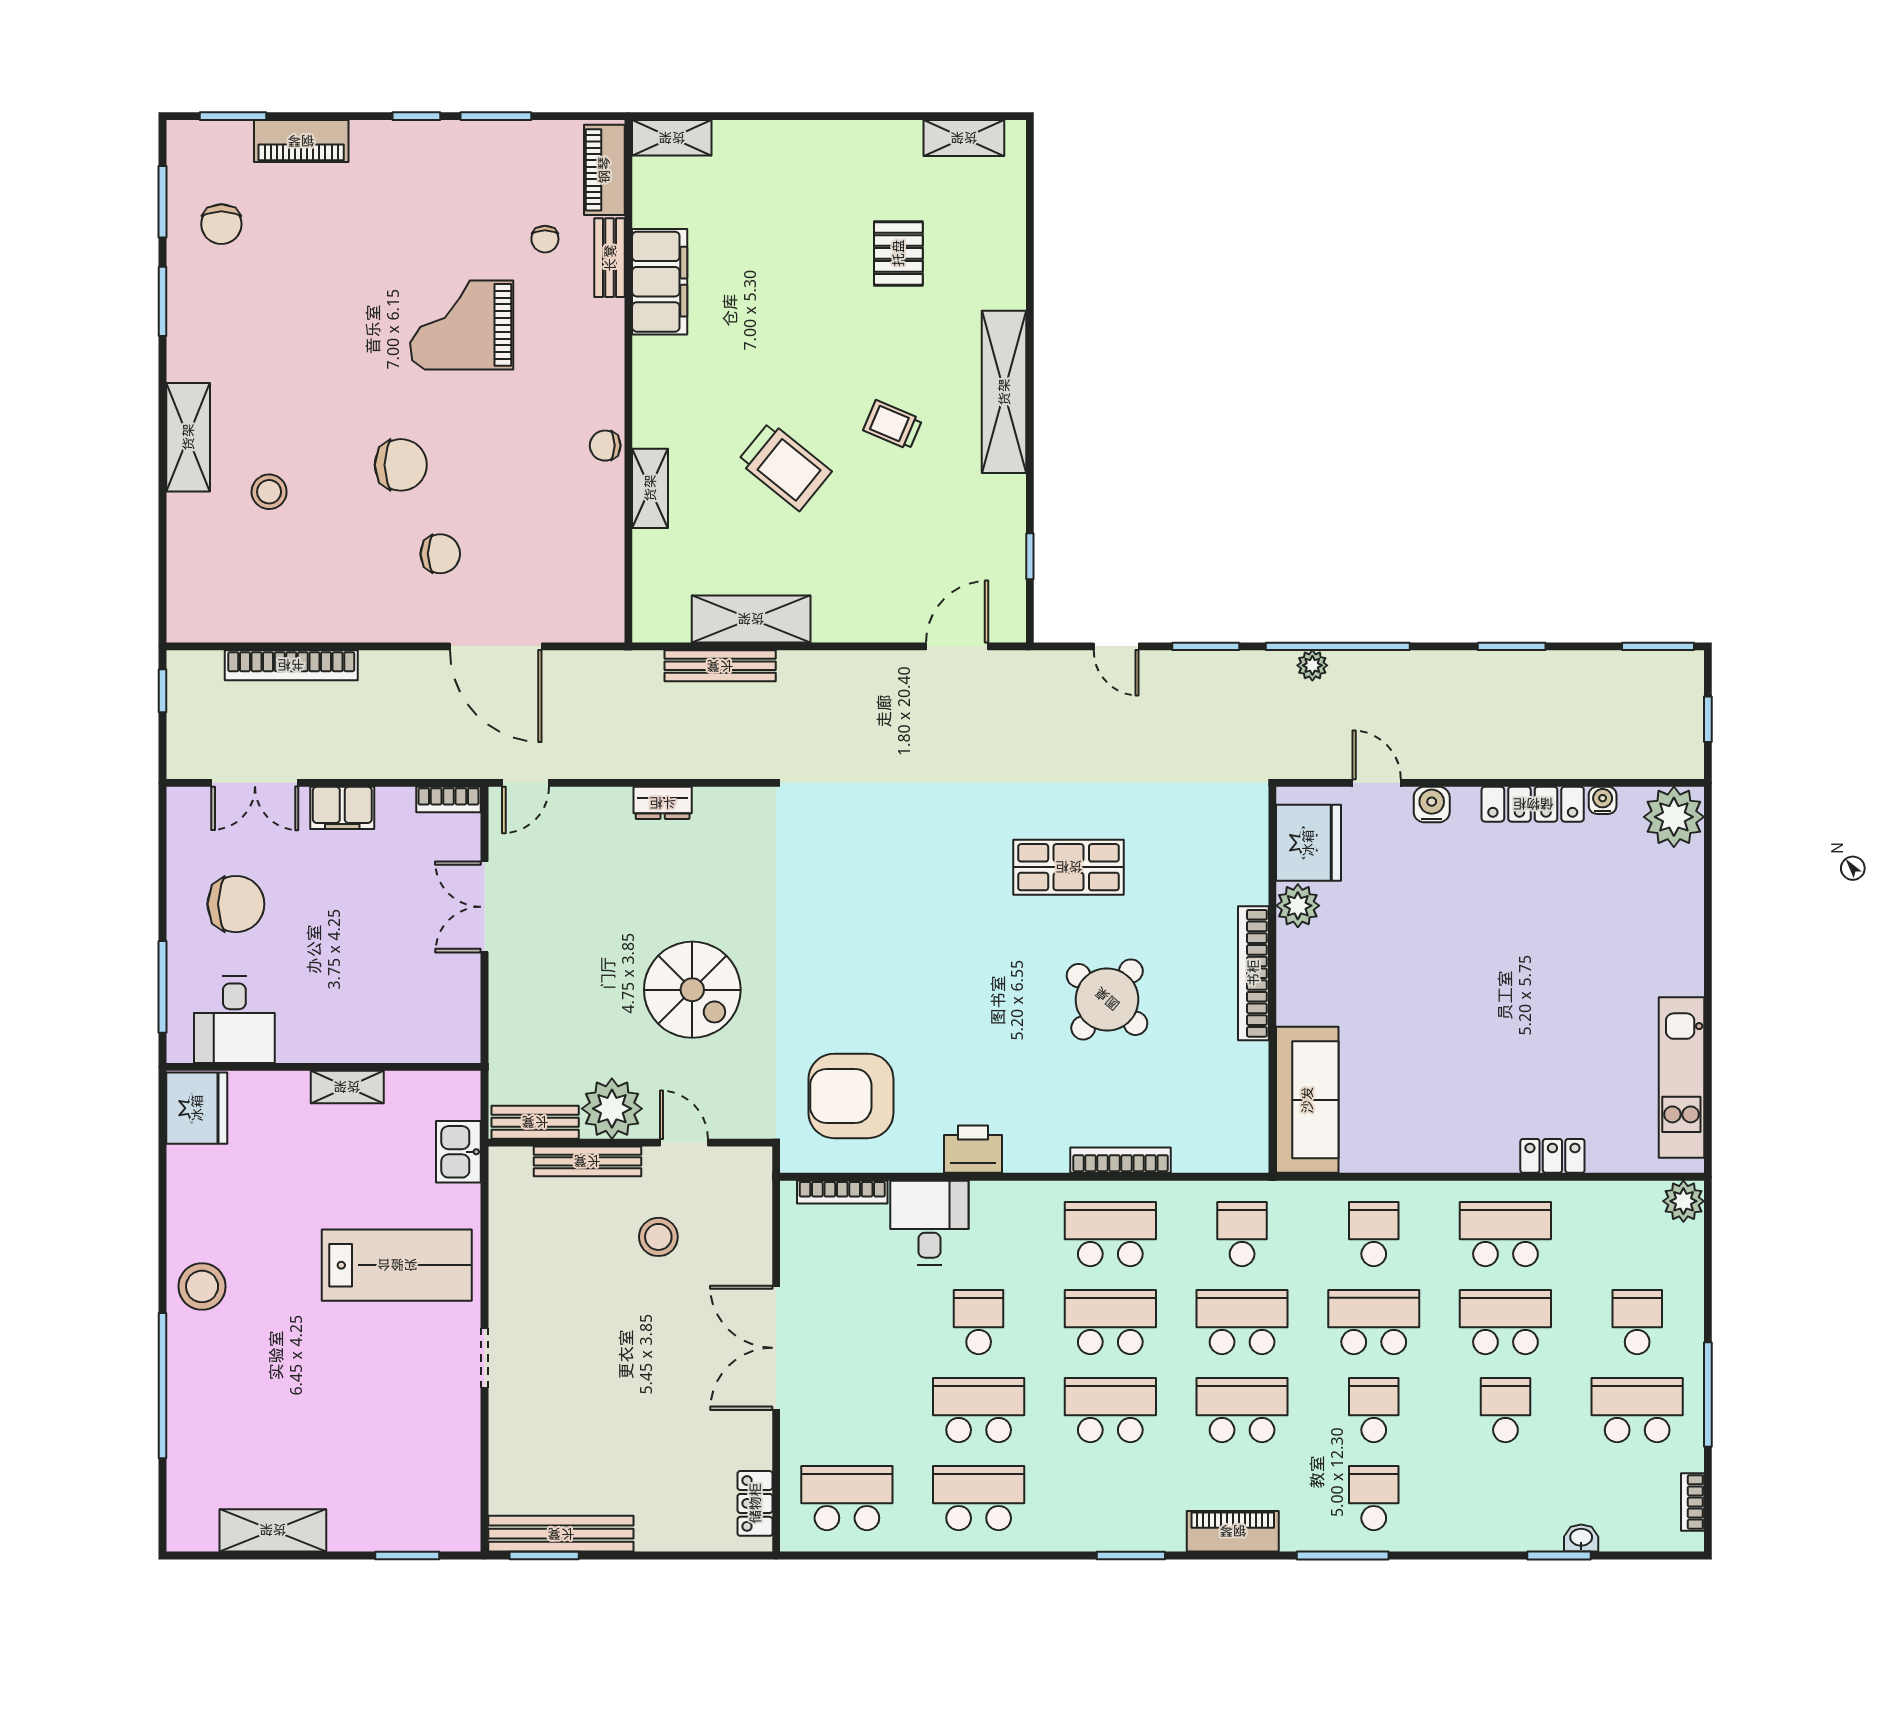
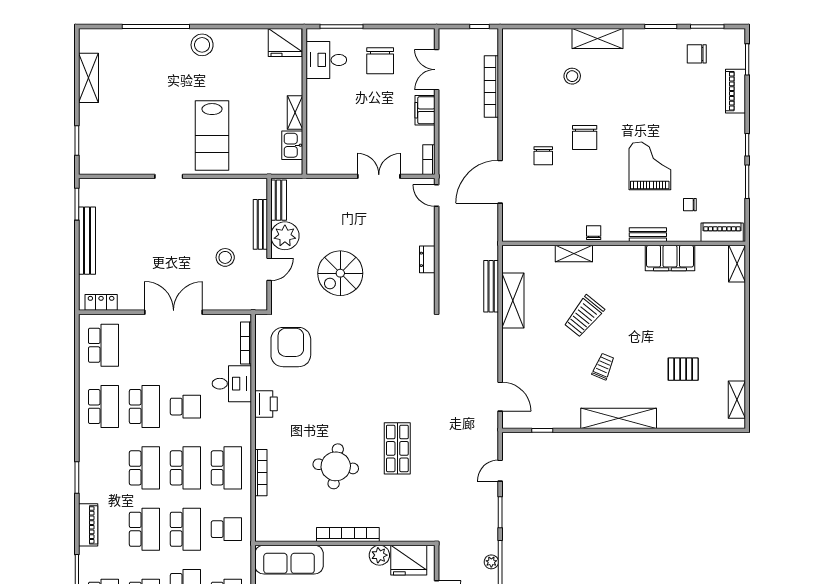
bench: (610, 258) -> (648, 235), moved
round table: (1107, 999) -> (336, 466), turned -33
kitchen sink: (458, 1152) -> (292, 145), moved, turned -90
bench: (561, 1534) -> (87, 241), moved

